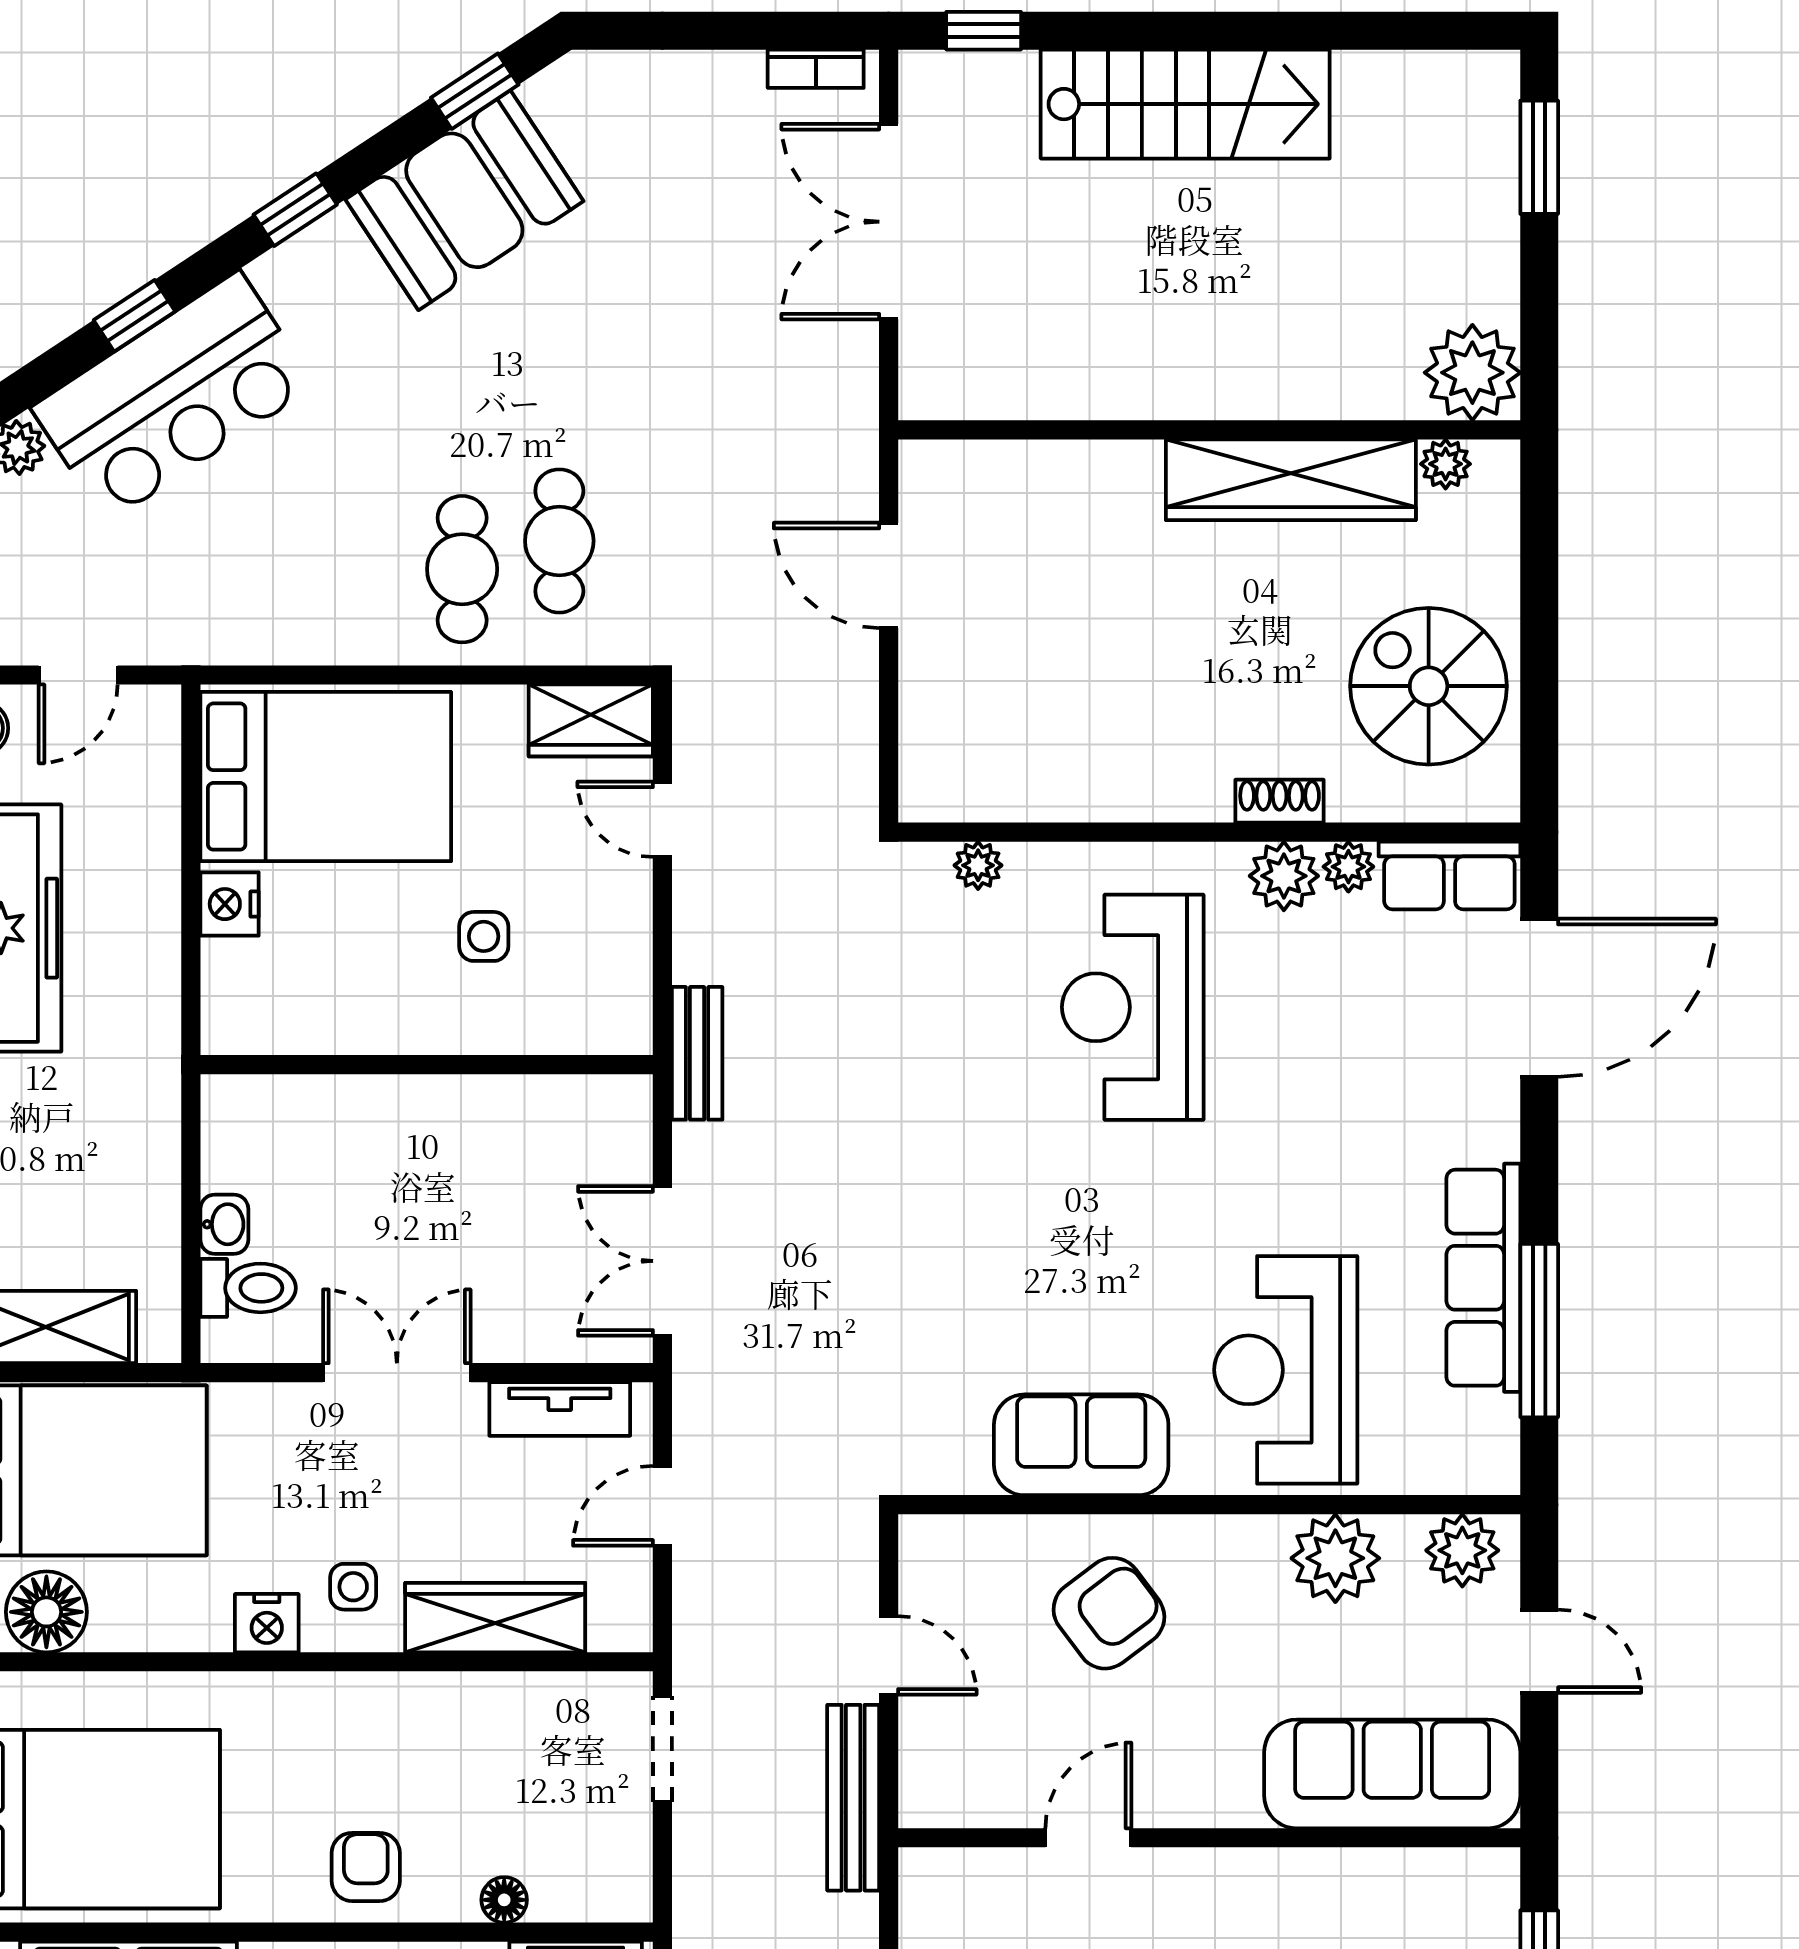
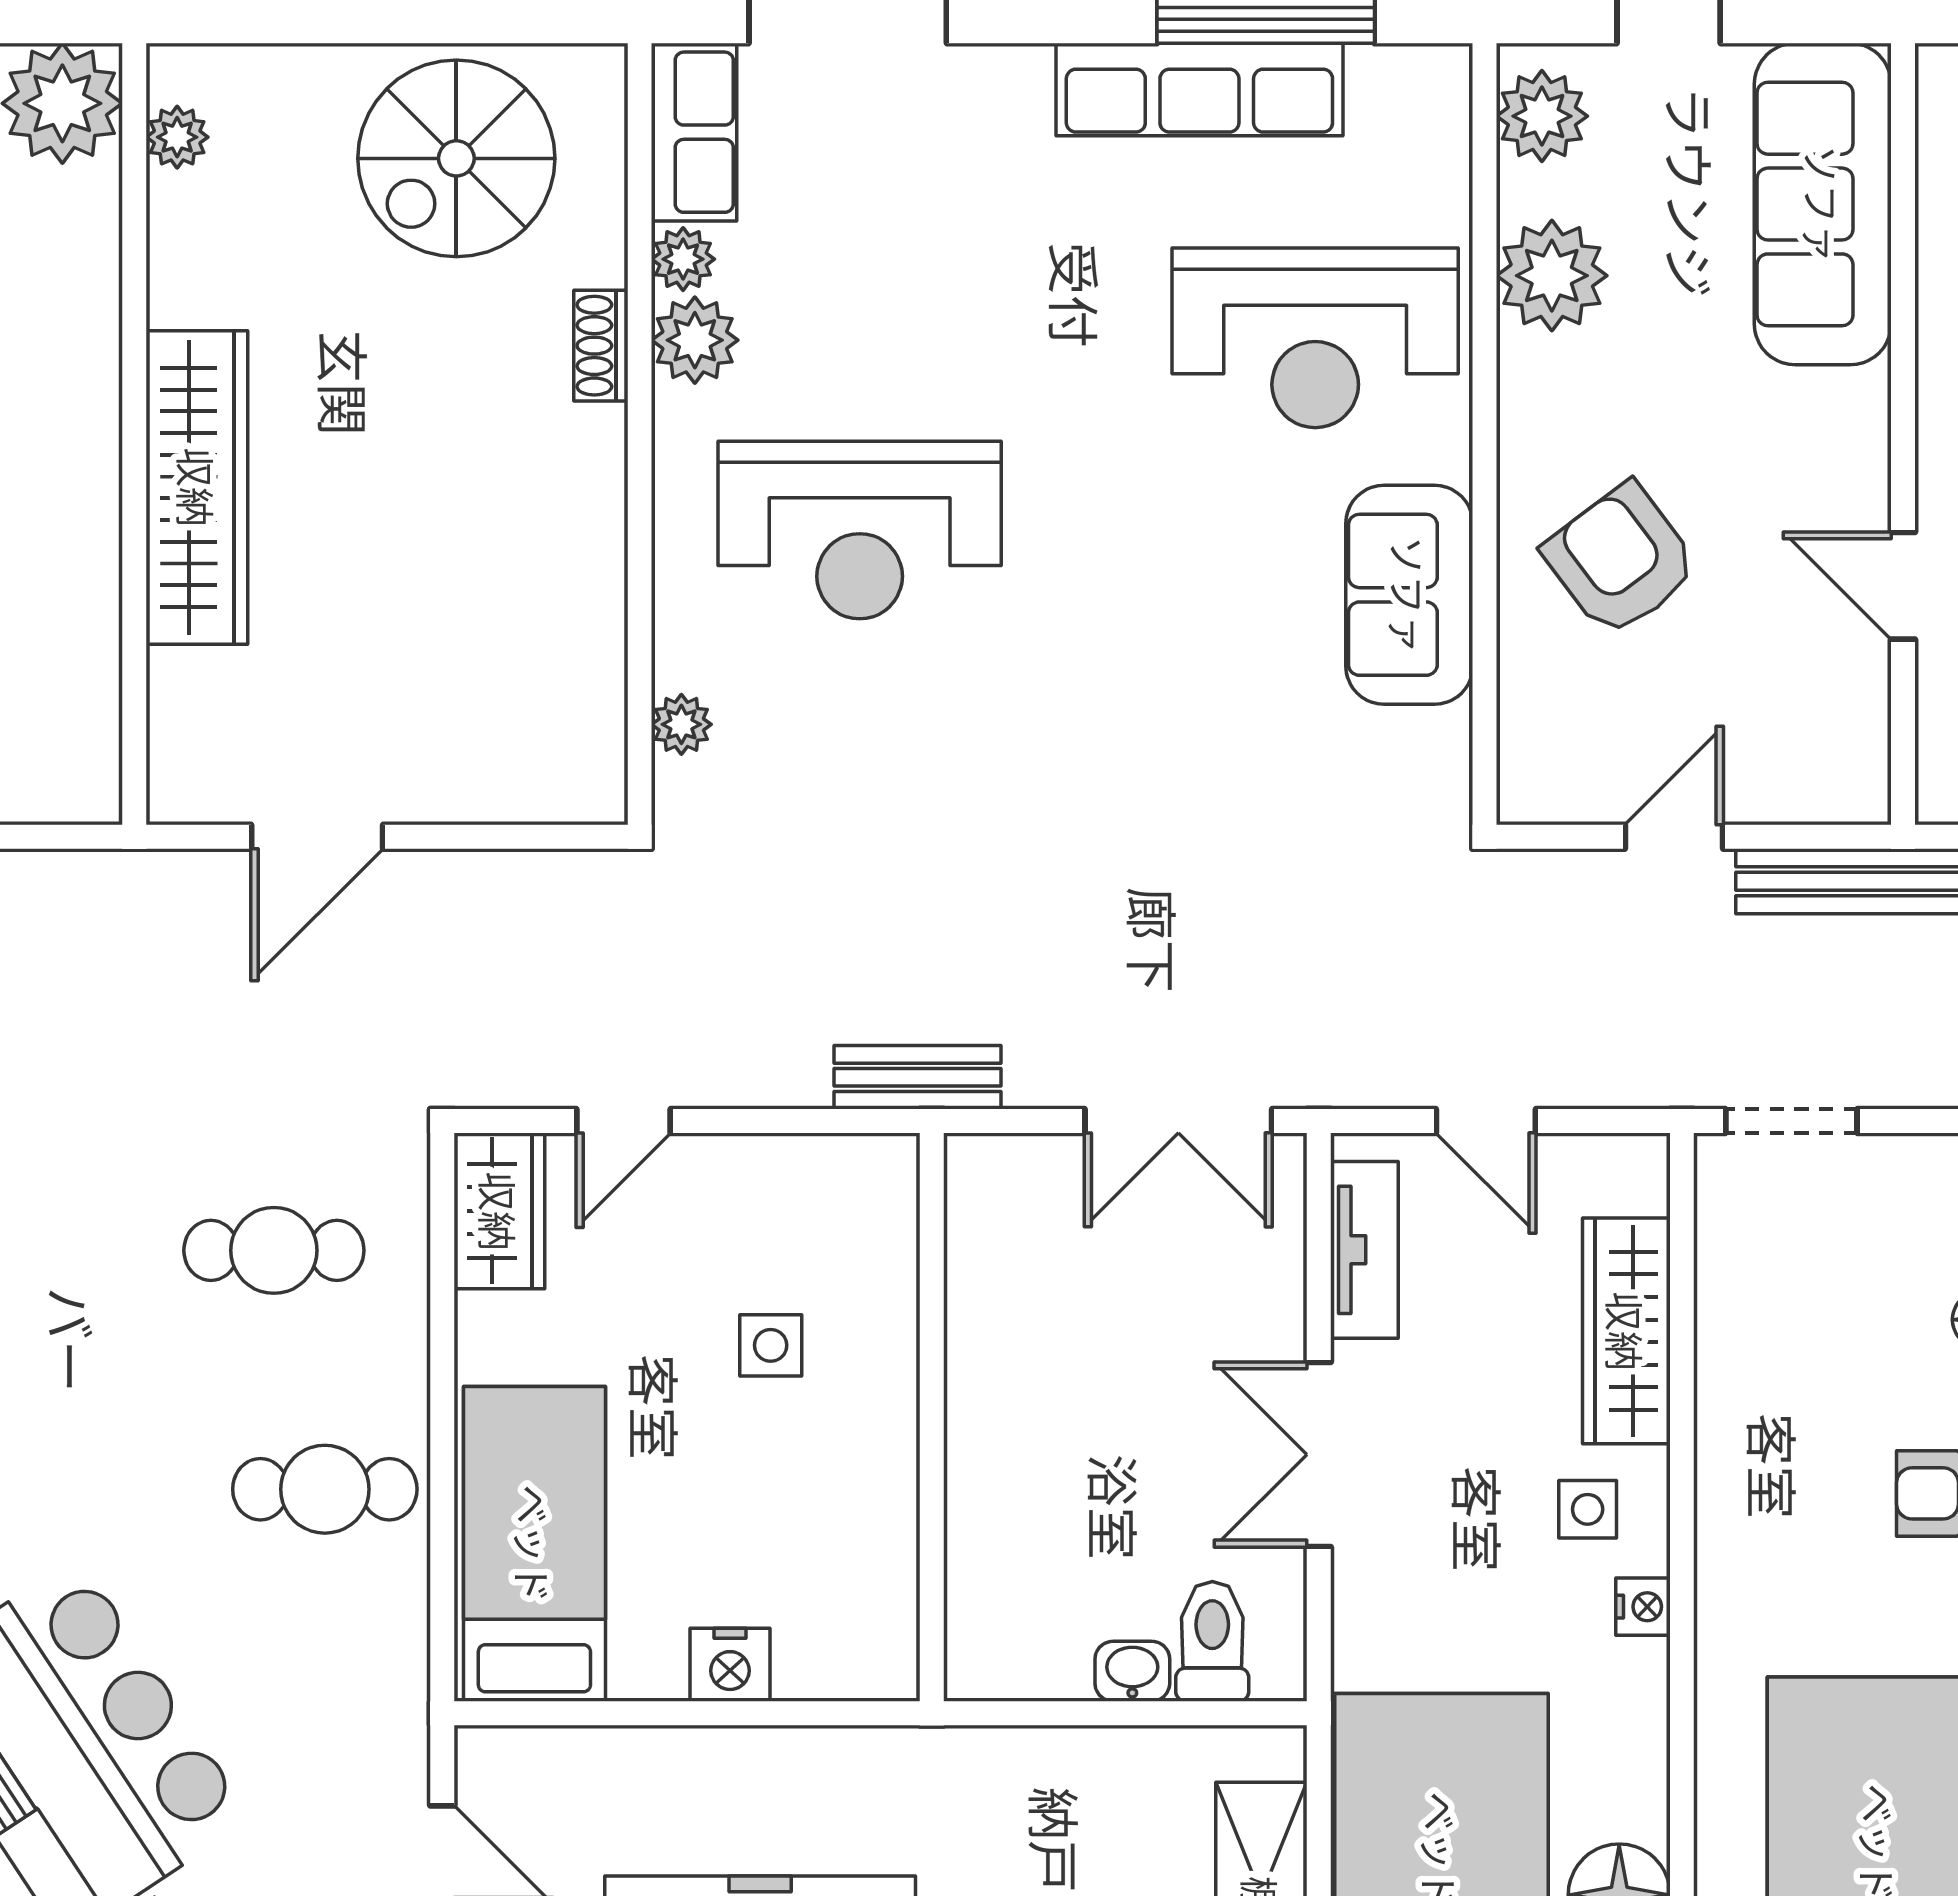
wardrobe: (1291, 480) -> (197, 487), moved
cafe table: (462, 569) -> (325, 1489), moved
bed: (326, 777) -> (534, 1544), width x0.67
nightstand: (267, 1623) -> (1643, 1607), width x0.72, depth x0.74

